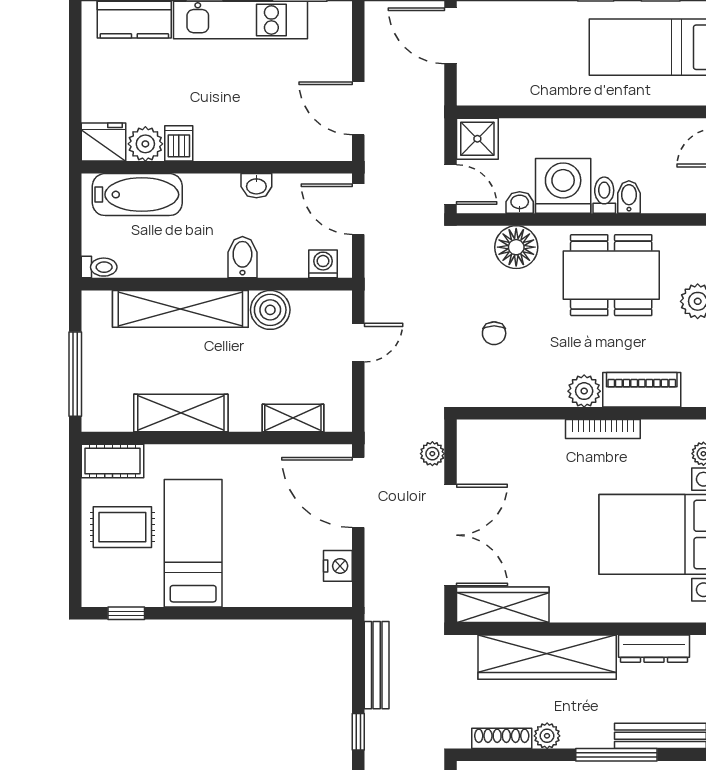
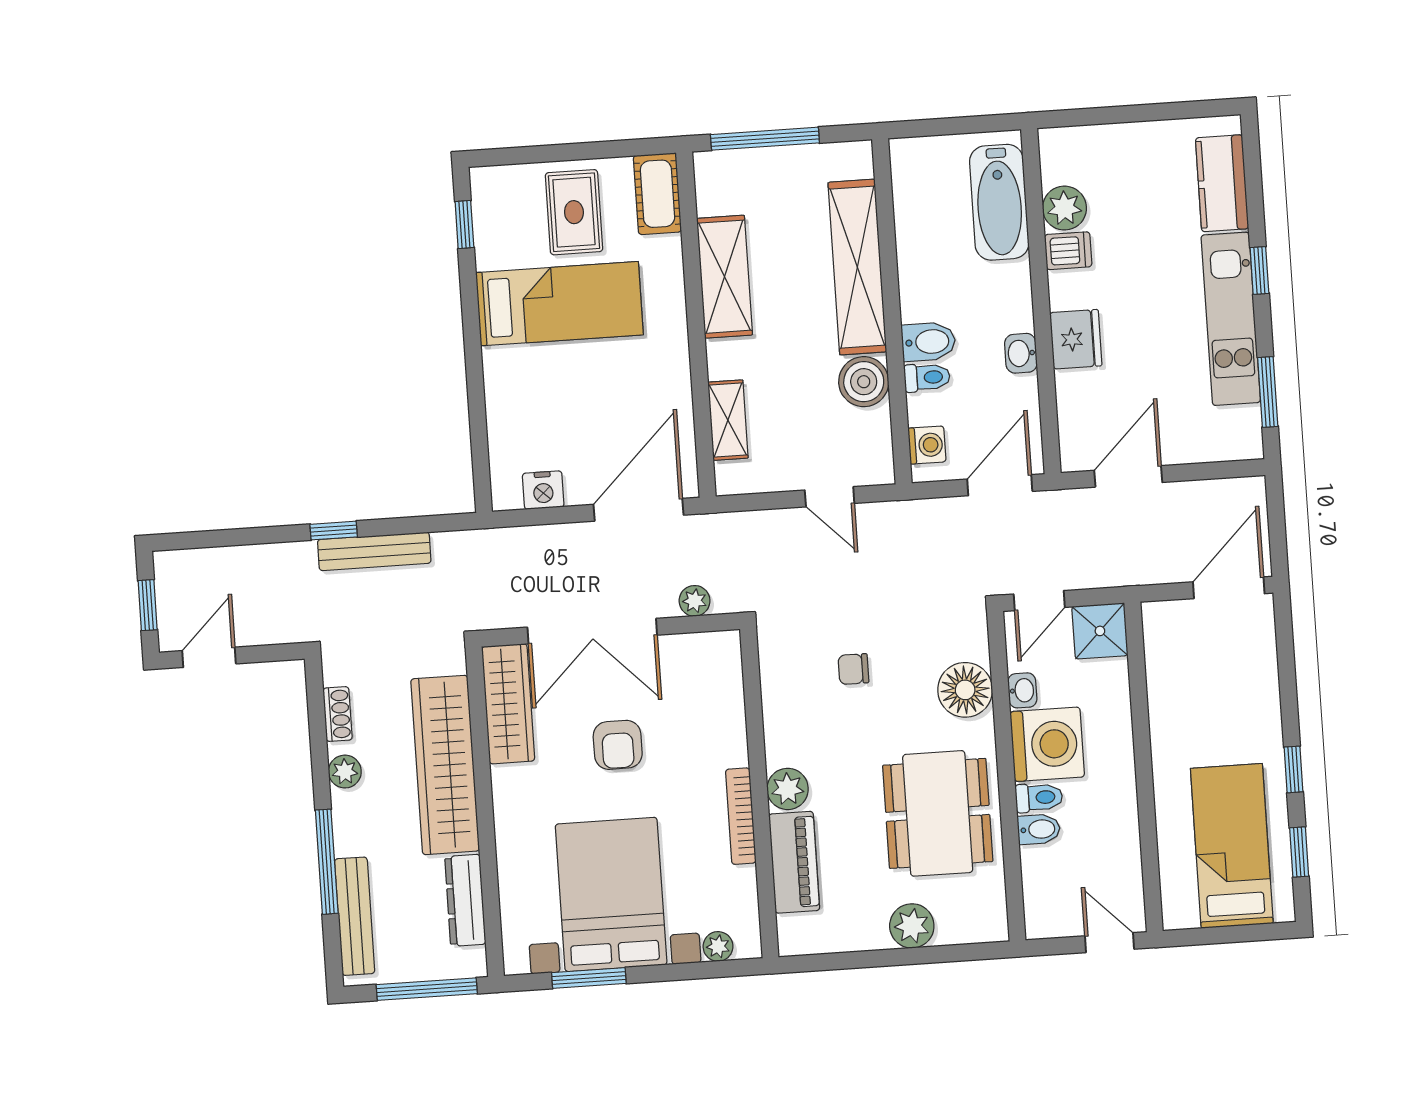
fridge: (104, 142) -> (1076, 339), moved
toilet: (99, 267) -> (927, 377), moved, turned -90
armchair: (541, 521) -> (618, 745), added
bench: (377, 665) -> (374, 551), moved
shoe rack: (502, 738) -> (338, 714), width x0.70

